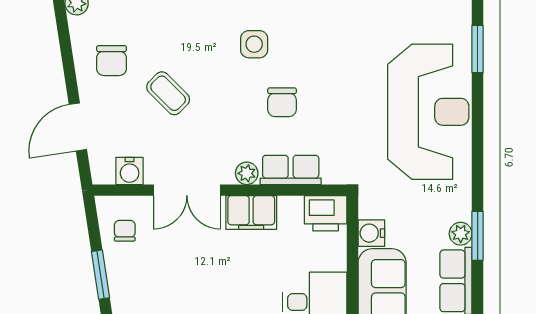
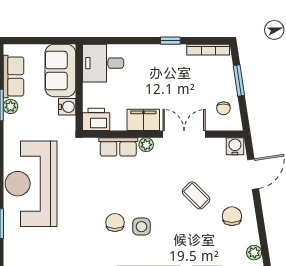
chair: (282, 102) -> (115, 222), moved
water cooler: (130, 171) -> (235, 146), moved

